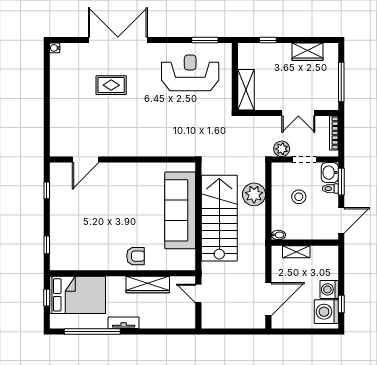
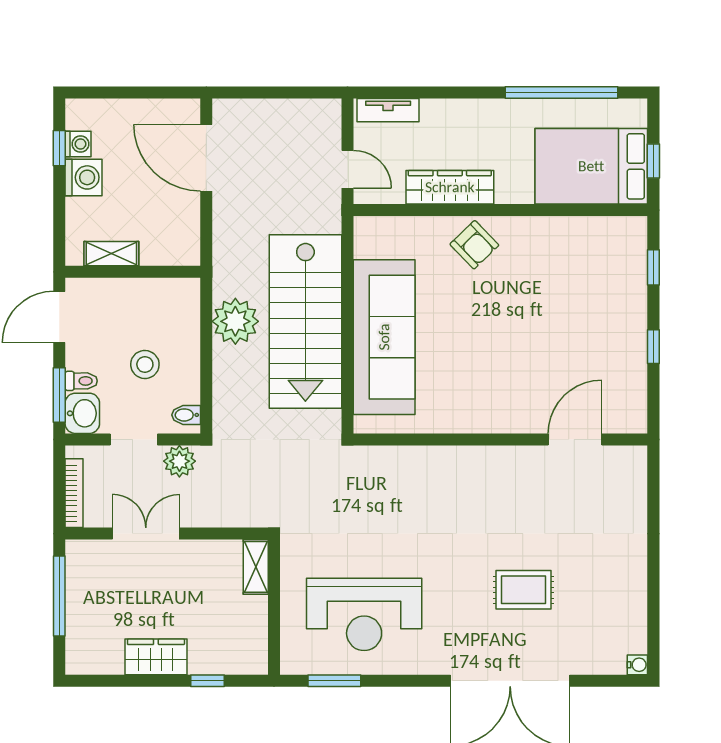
wardrobe: (308, 52) -> (156, 657), moved
shelving: (246, 90) -> (256, 567), width x0.67, depth x0.75
window: (47, 190) -> (653, 347), moved
plant: (254, 194) -> (235, 321), moved
bidet: (278, 235) -> (186, 415), moved
shelving: (296, 252) -> (111, 254), moved
armchair: (136, 256) -> (474, 245), turned -134
door: (268, 299) -> (206, 158), hinge flipped
washing machine: (326, 312) -> (78, 144), width x0.53, depth x0.53
tv unit: (124, 323) -> (388, 110), moved

